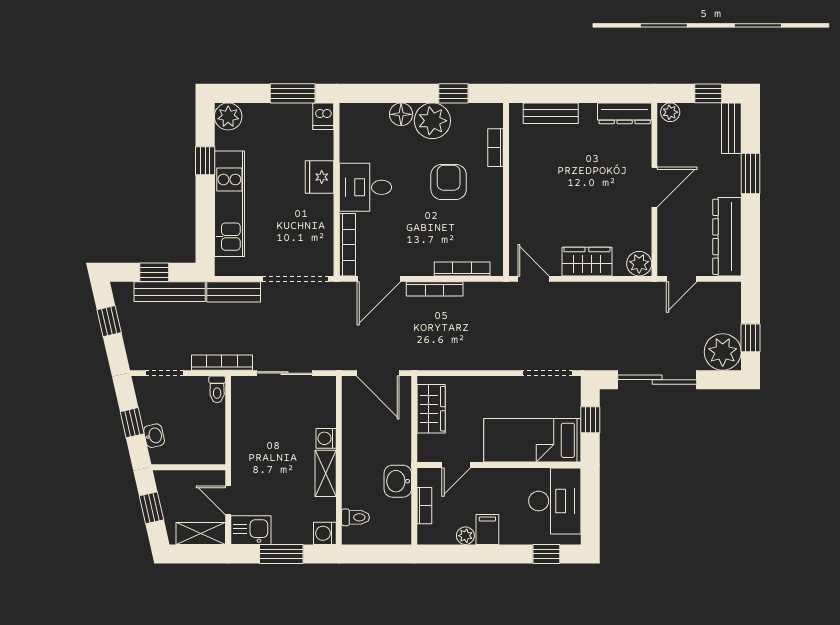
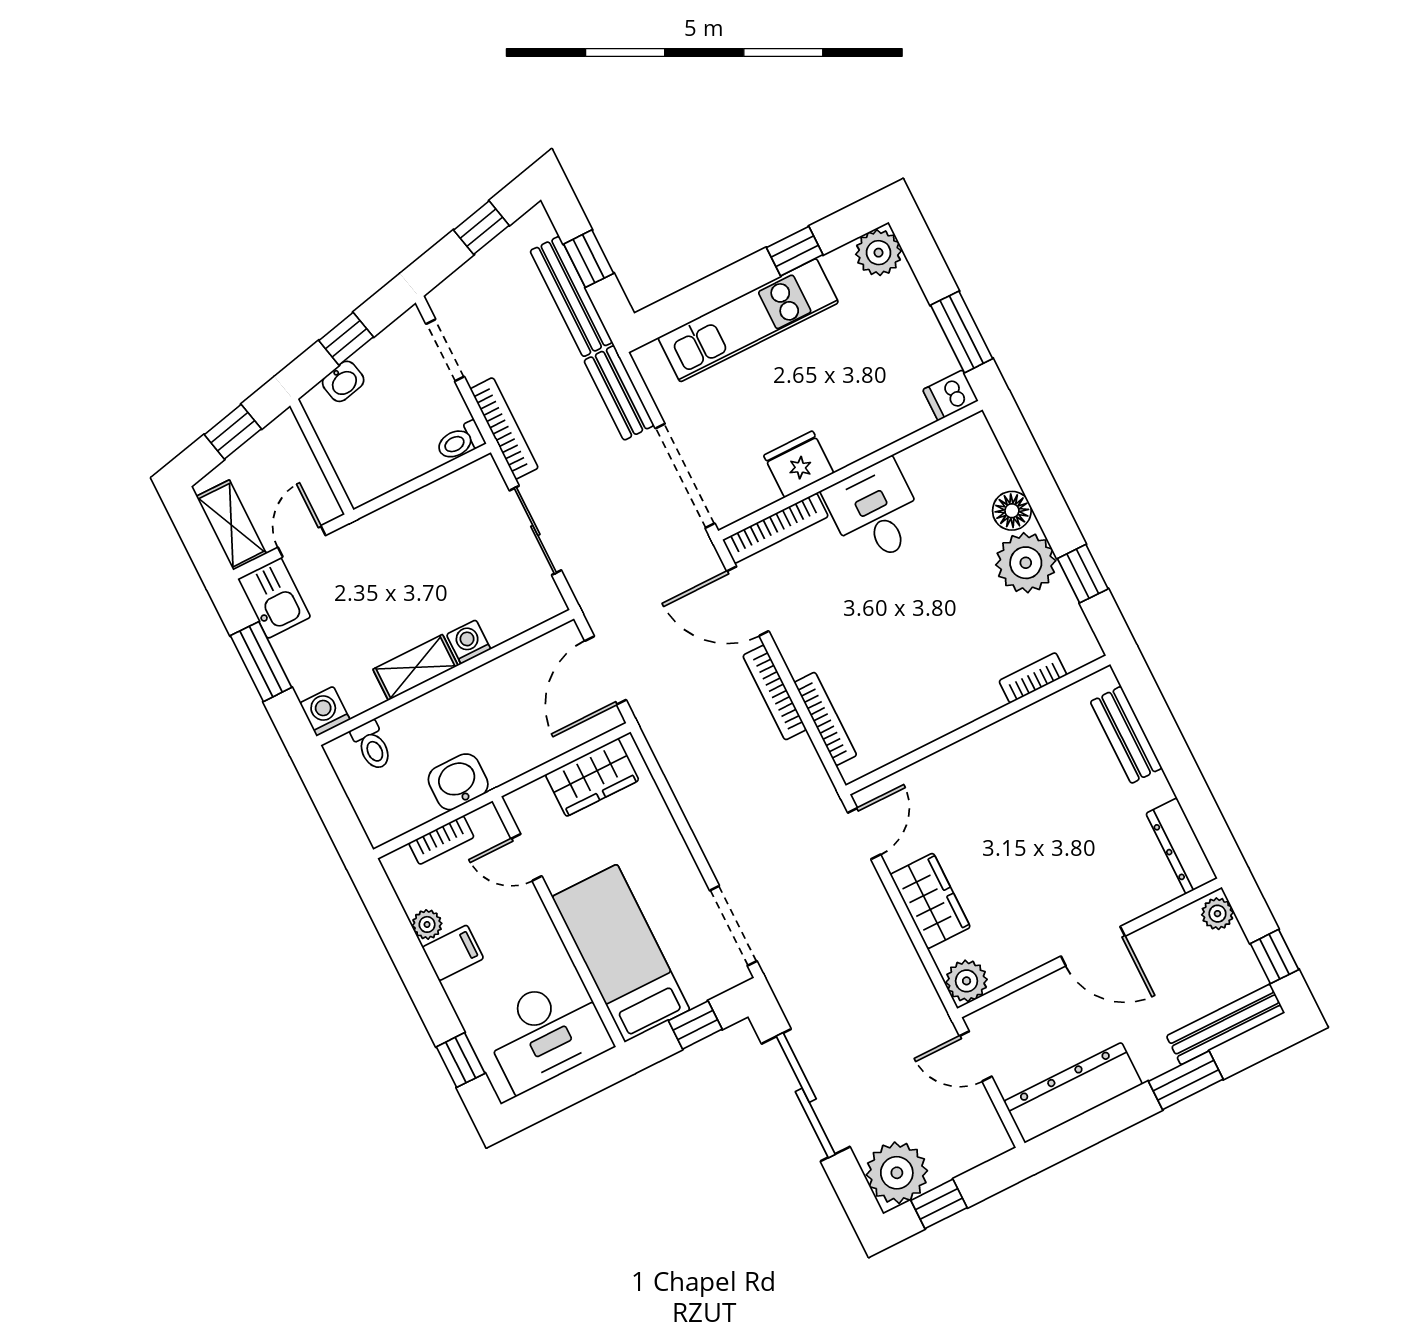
bench: (731, 128) -> (1226, 1024), width x1.36
fridge: (319, 177) -> (799, 464), moved
armchair: (449, 182) -> (946, 633), removed

